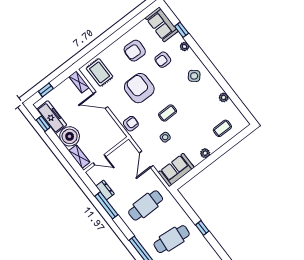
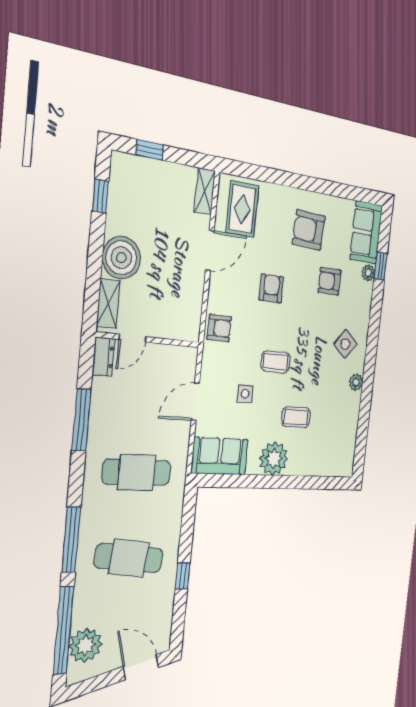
plant: (185, 47) -> (368, 273), moved
armchair: (139, 88) -> (271, 288), width x0.53, depth x0.53
plant: (224, 97) -> (356, 382), moved
door: (101, 100) -> (210, 250), swing flipped
freezer: (52, 117) -> (122, 200), removed
coffee table: (222, 128) -> (296, 417), moved
plant: (205, 153) -> (274, 459), width x1.87, depth x1.87
door: (99, 160) -> (132, 338), hinge flipped
dresser: (105, 190) -> (103, 357), moved

